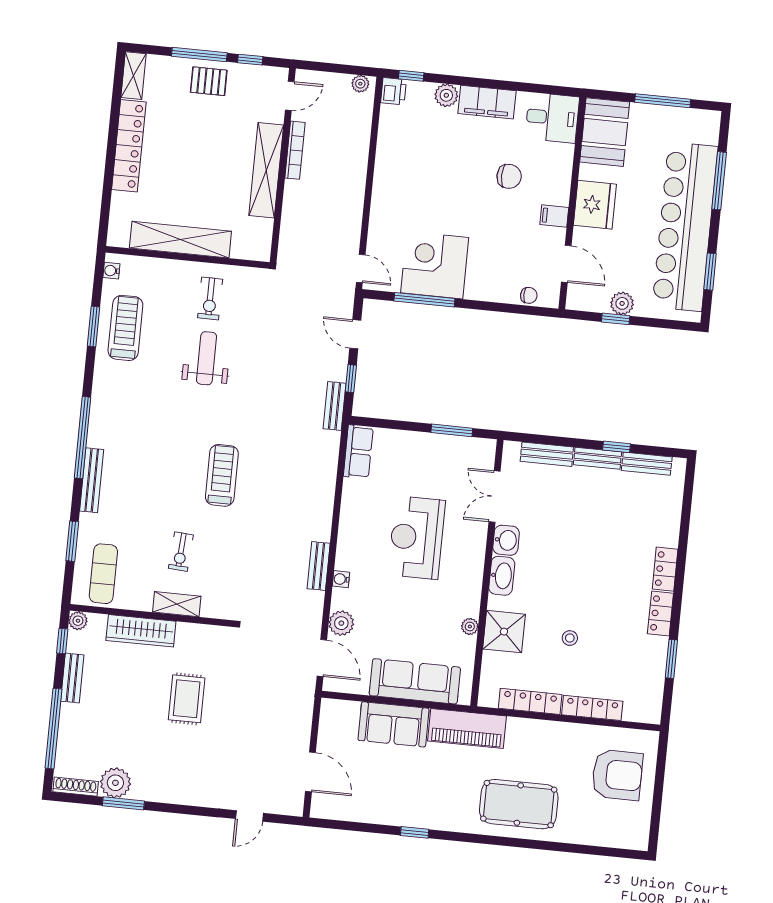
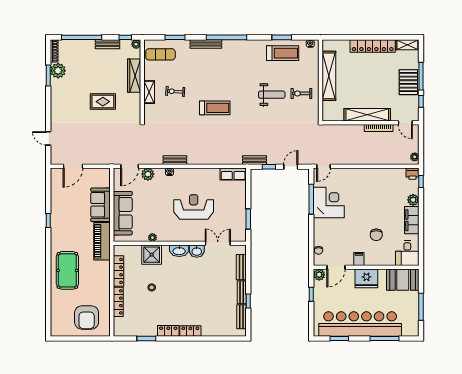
pallet: (209, 81) -> (408, 82), width x1.50, depth x1.42
plant: (622, 303) -> (319, 275), moved

